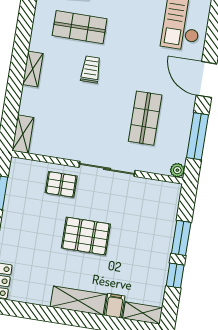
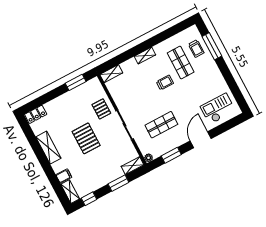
window: (197, 136) -> (171, 155), width x0.69
shelving: (172, 200) -> (132, 166), added
window: (175, 276) -> (89, 199), moved
shelving: (78, 301) -> (48, 148), moved

